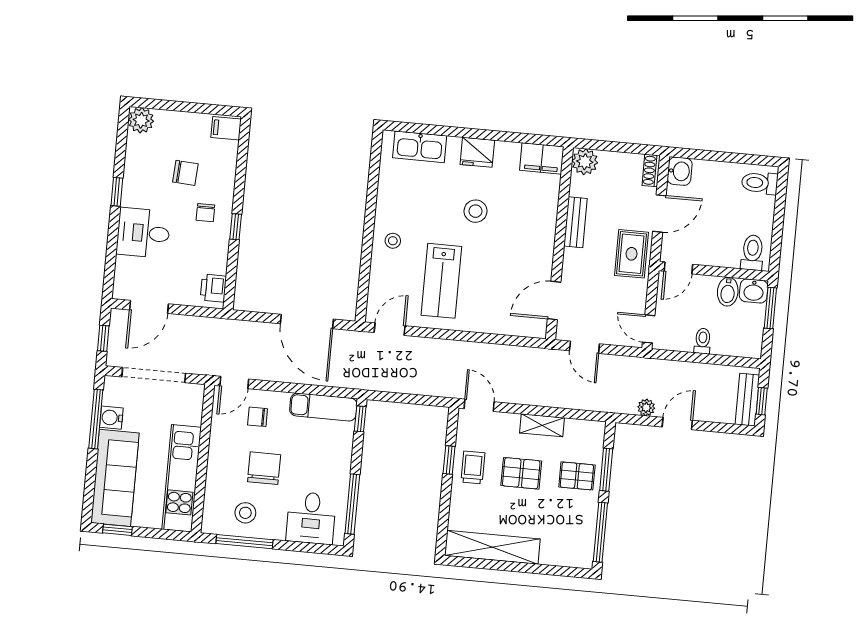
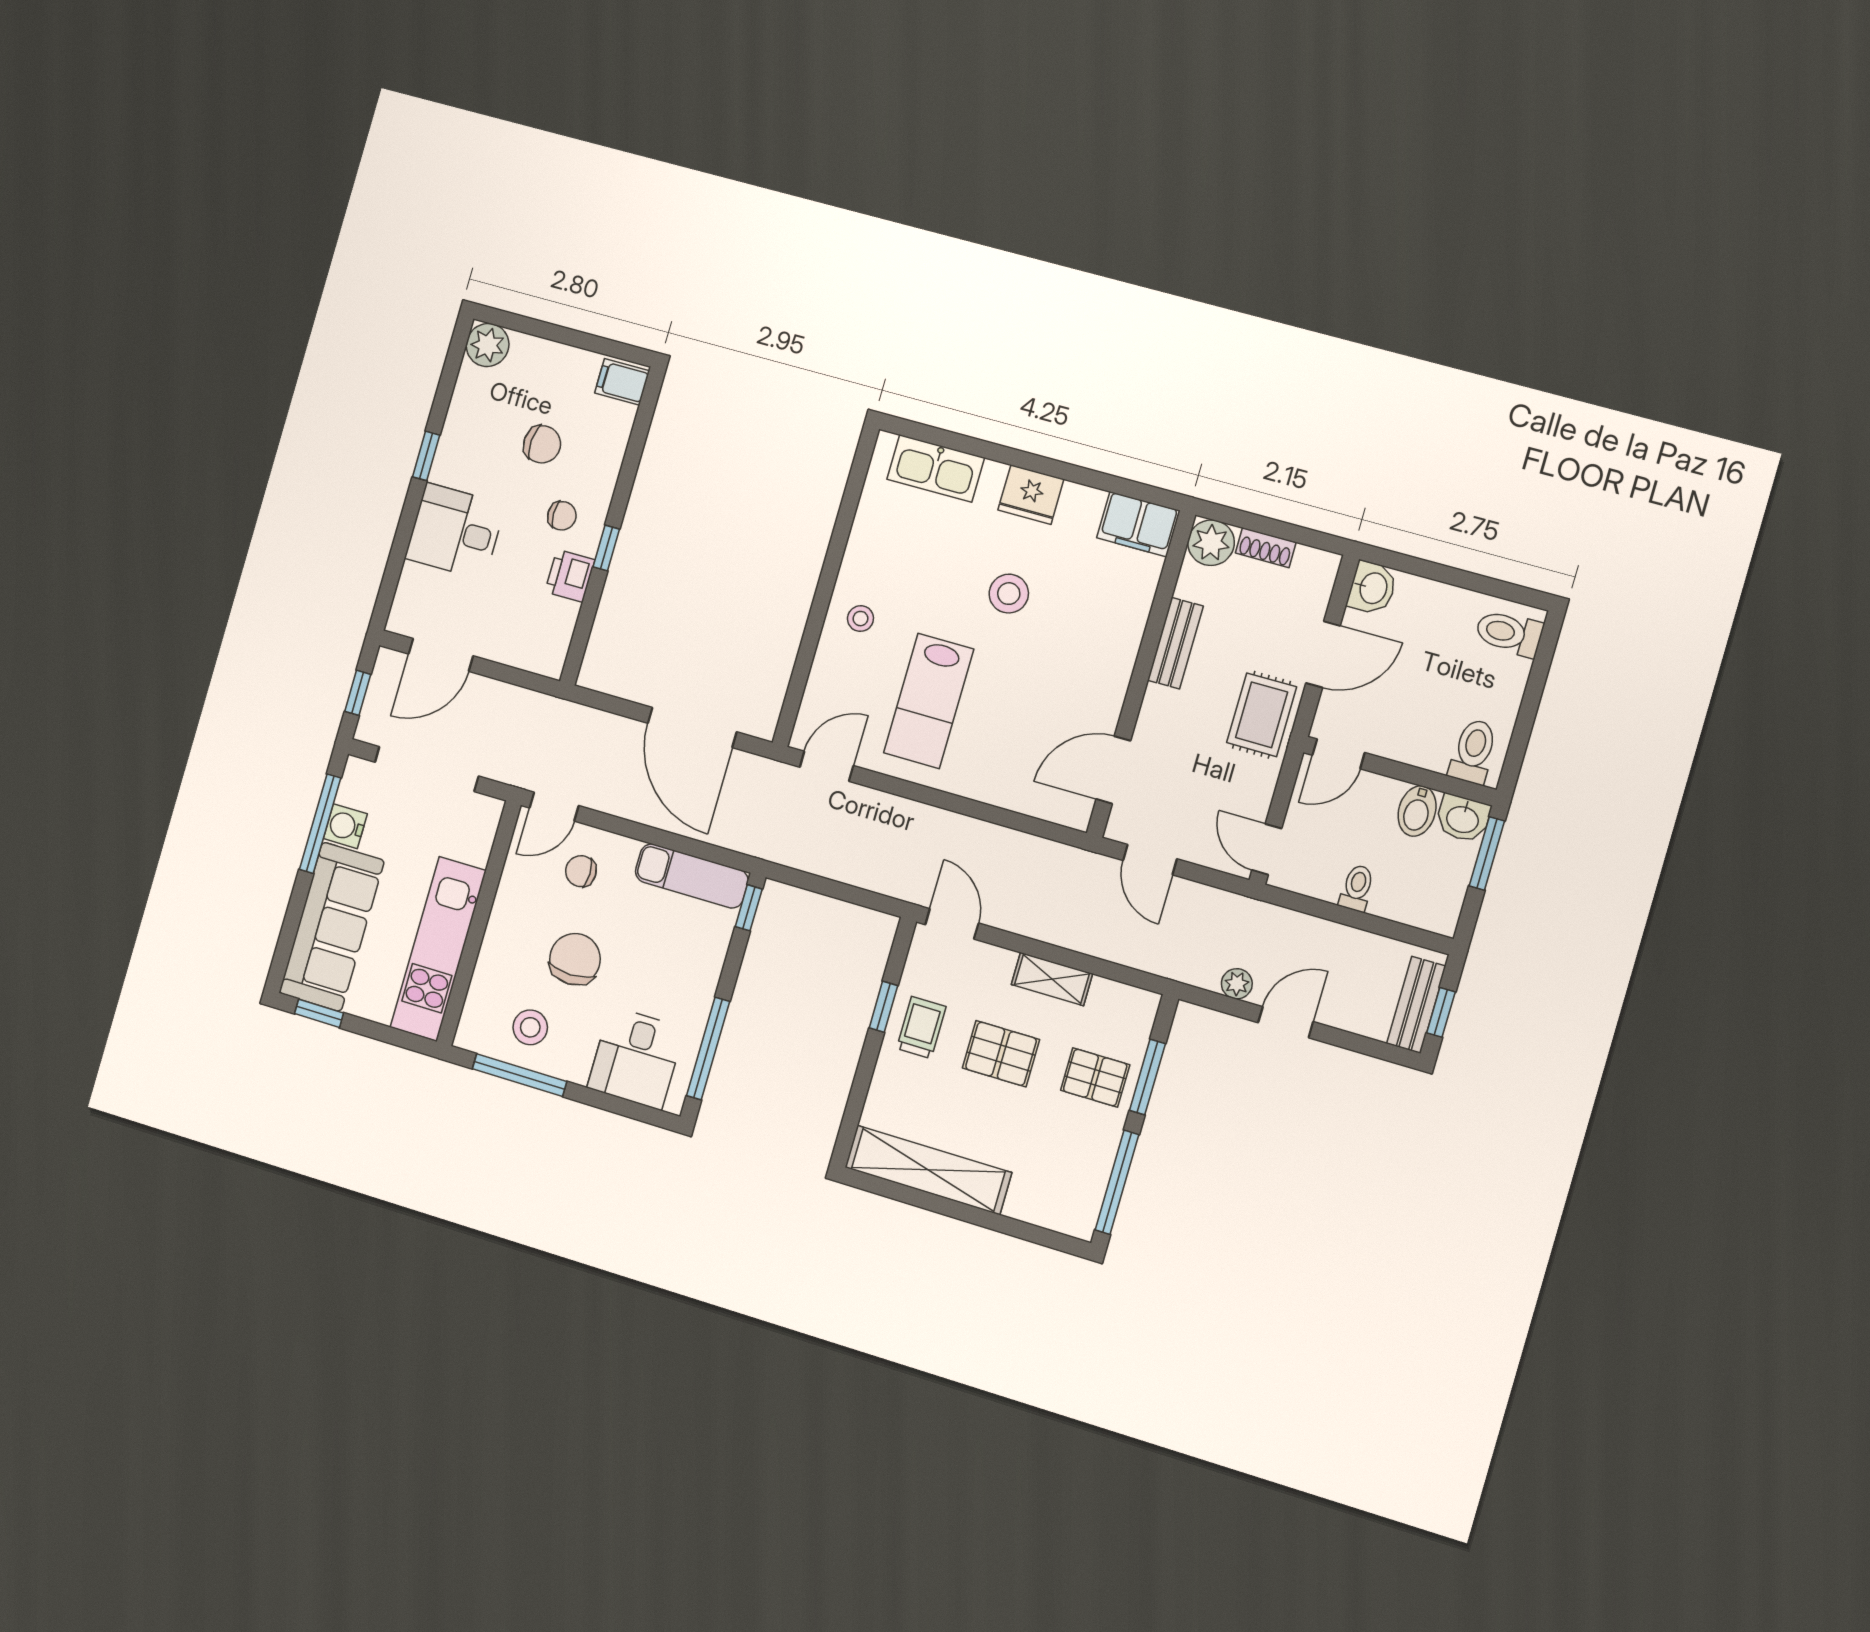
shoe rack: (651, 170) -> (1266, 548), moved, turned -90
chair: (205, 213) -> (562, 516), turned -90
printer: (213, 288) -> (570, 576), moved

